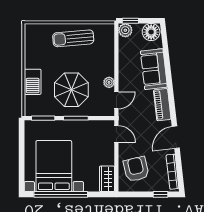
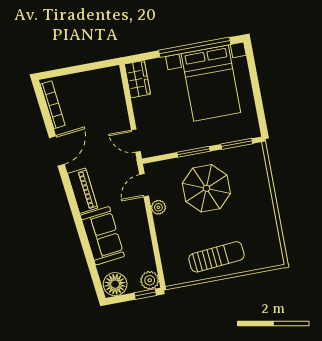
barbecue: (33, 82) -> (260, 189), removed
armchair: (136, 169) -> (101, 99), removed
window: (160, 194) -> (63, 72), removed

